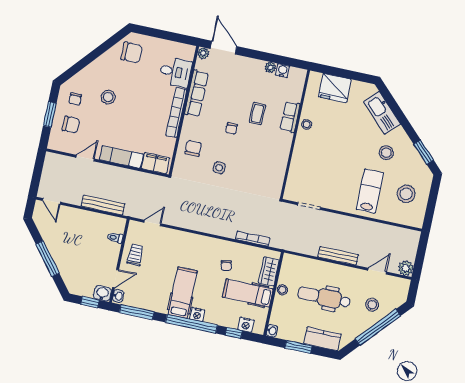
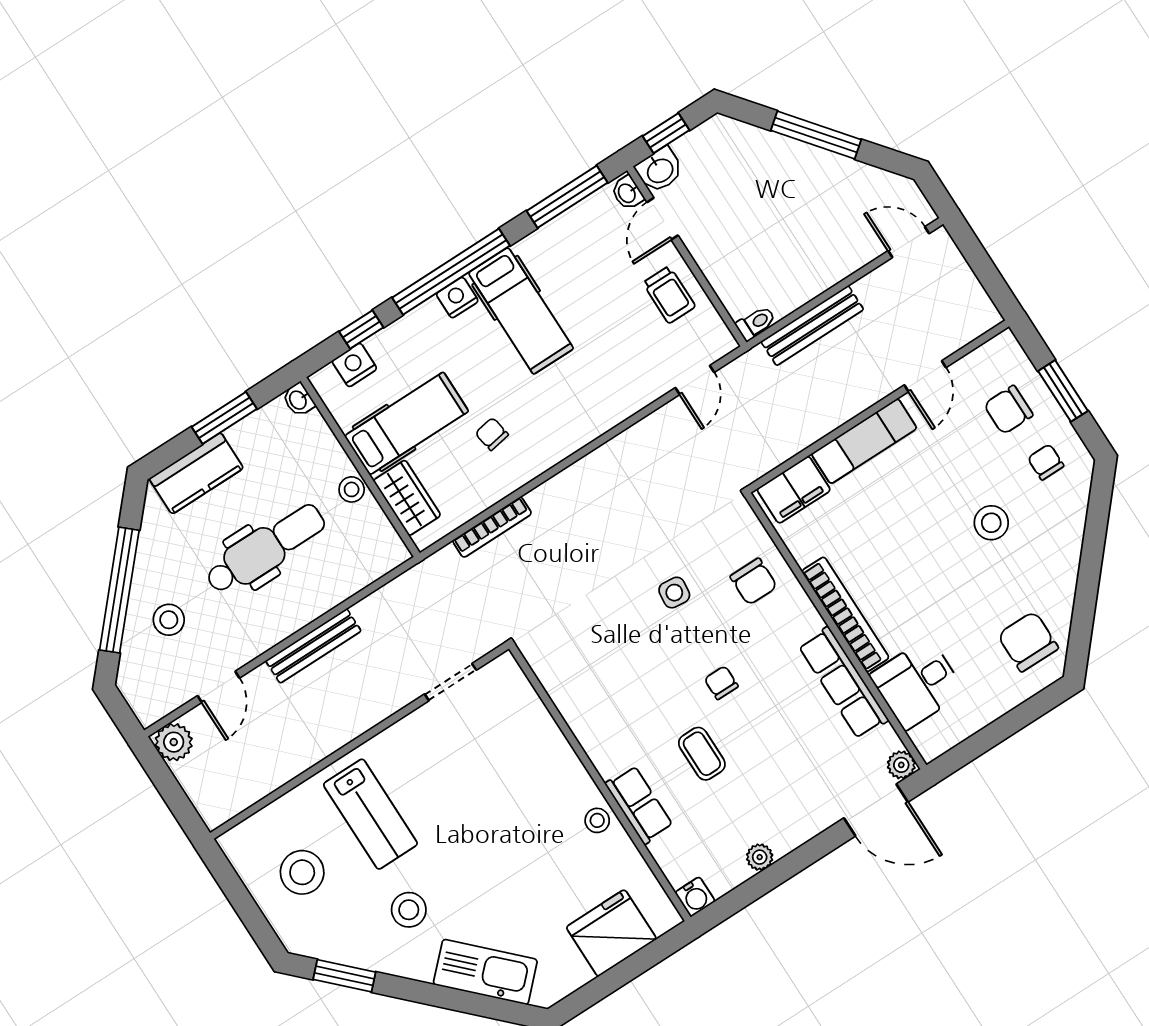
chair: (132, 52) -> (1028, 642), turned 90
water cooler: (282, 71) -> (695, 897), moved
toilet: (115, 238) -> (756, 323), moved

